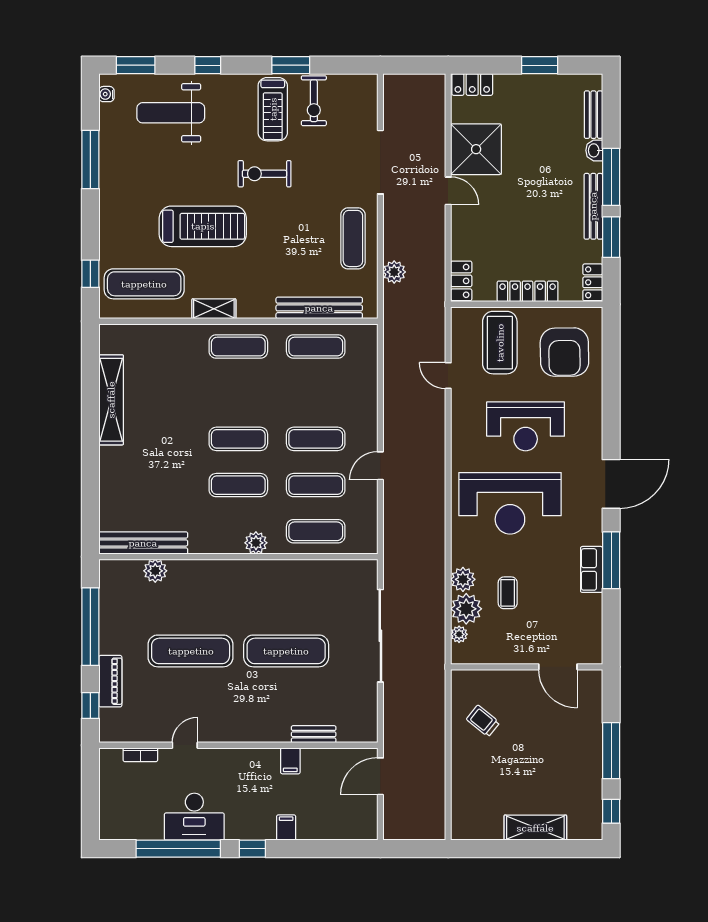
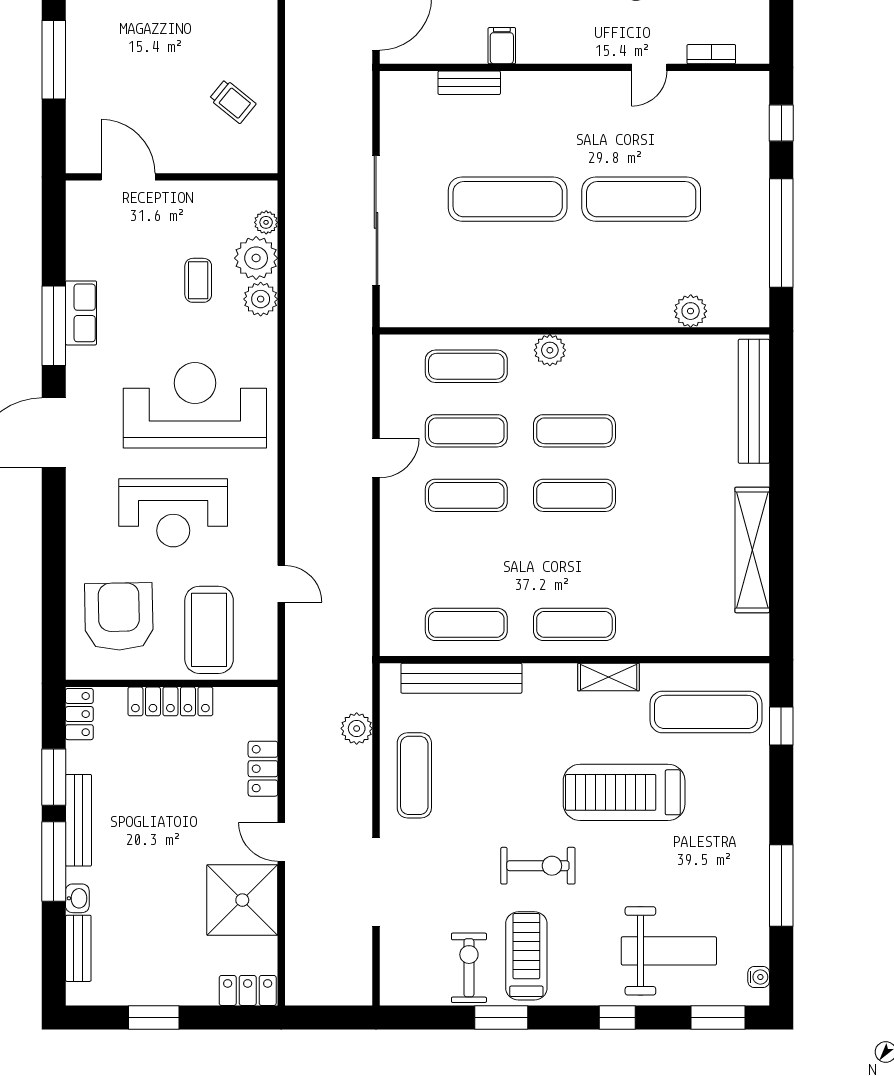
locker: (461, 281) -> (263, 769), moved
reception desk: (526, 426) -> (173, 513), turned 180
bench: (143, 543) -> (754, 401), moved, turned 90
piano: (110, 681) -> (753, 157), removed

